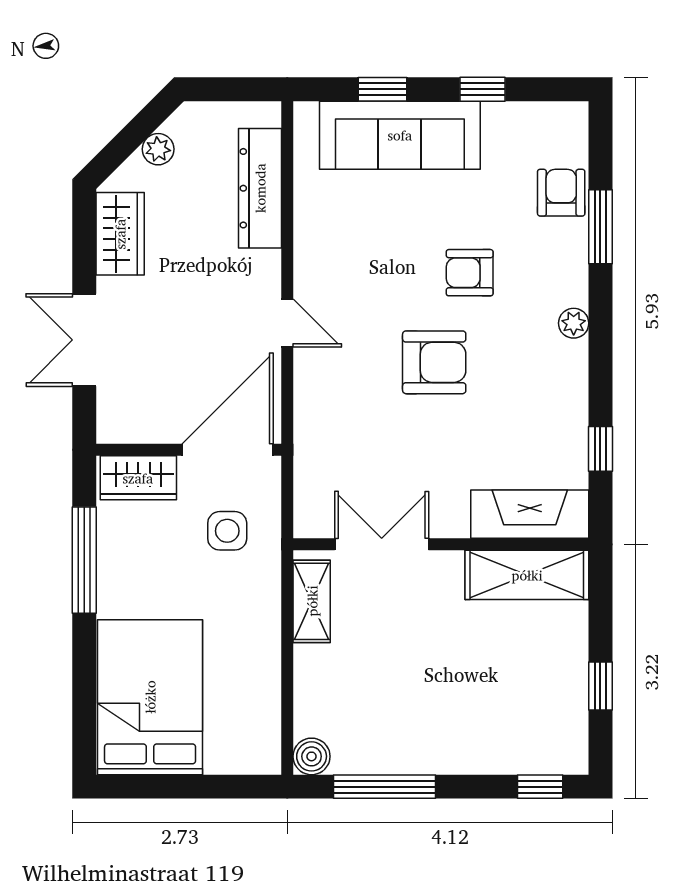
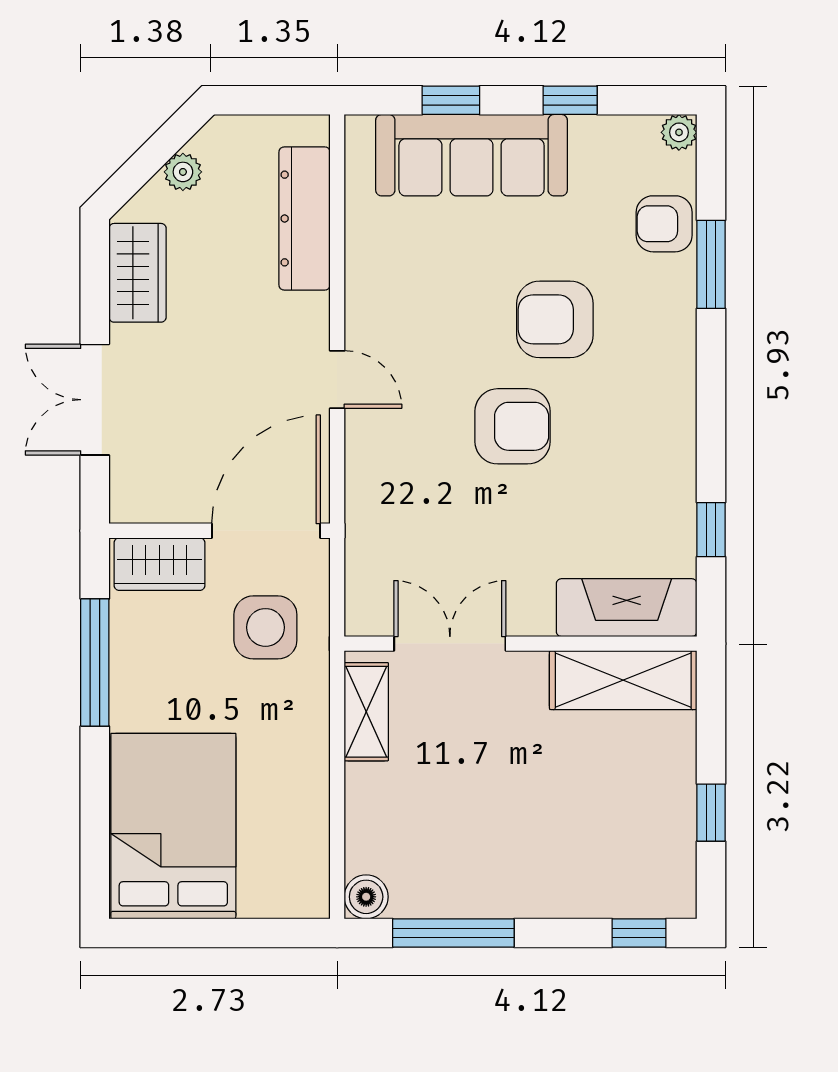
armchair: (561, 193) -> (664, 224), turned -90
armchair: (470, 273) -> (555, 319), width x1.38, depth x1.38
plant: (574, 323) -> (679, 132), moved
side table: (227, 531) -> (265, 627), width x1.37, depth x1.37

